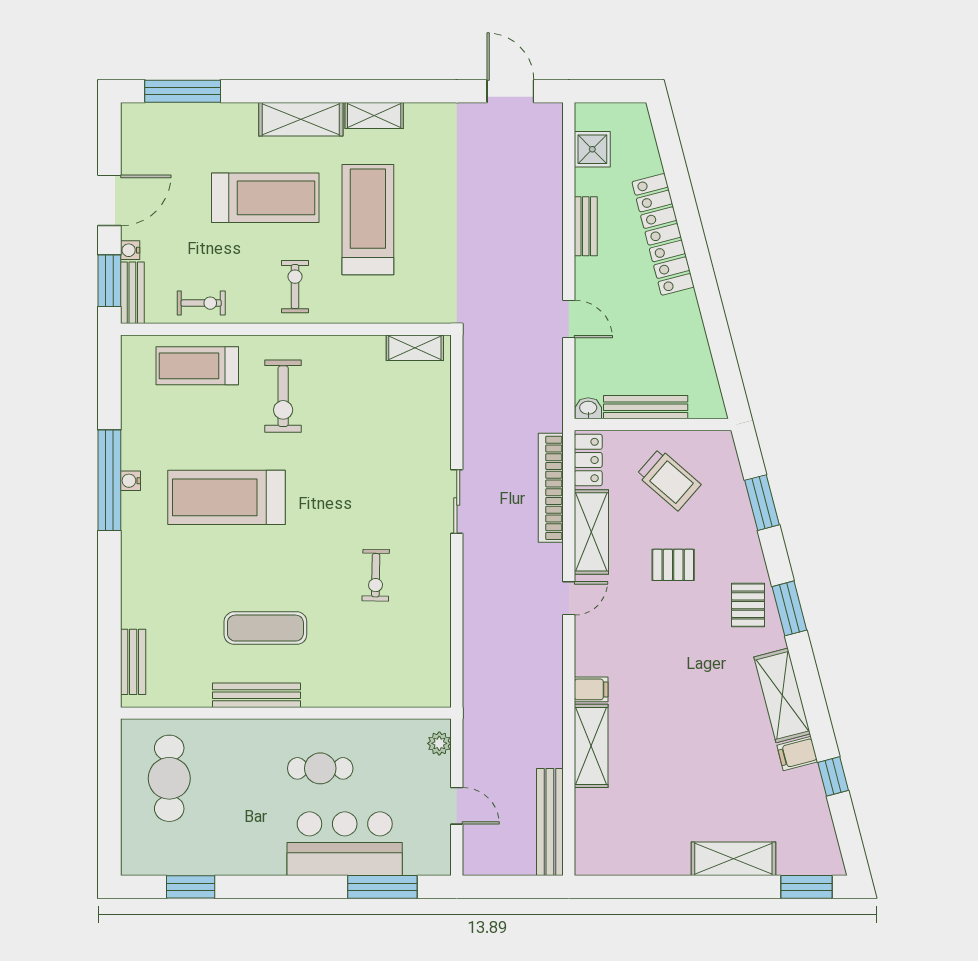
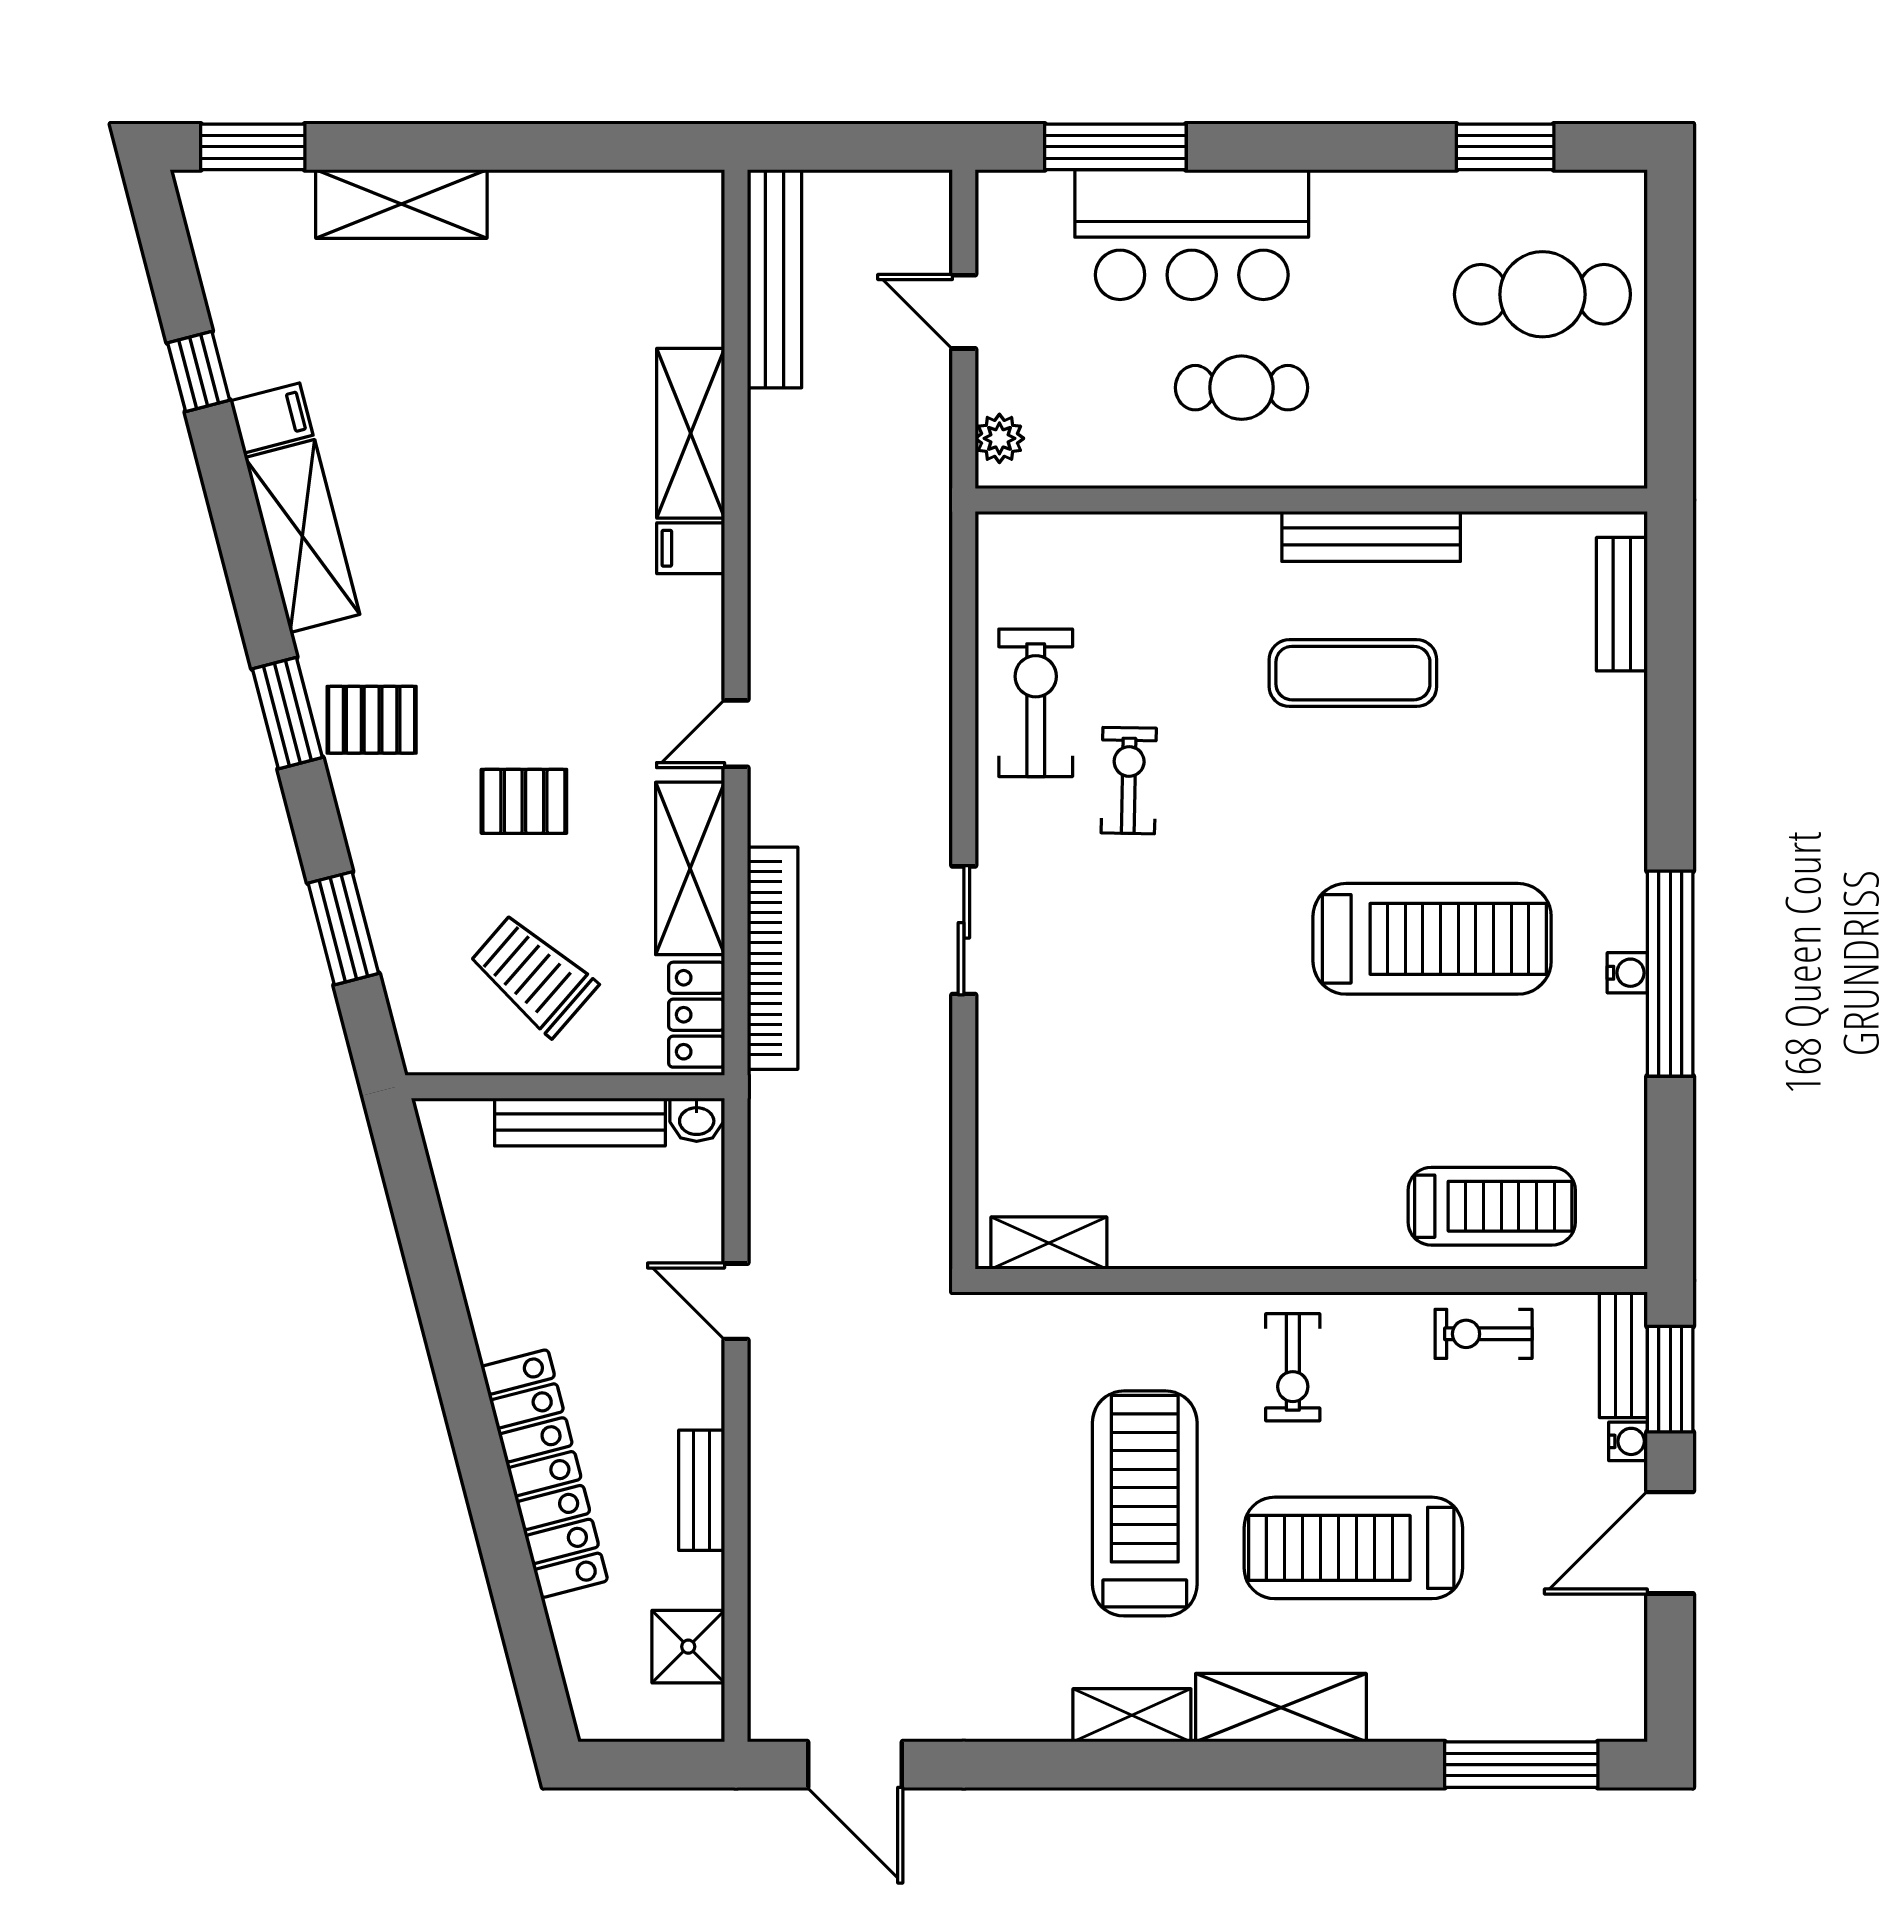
treadmill: (368, 220) -> (1145, 1503), turned 180
exercise bike: (283, 396) -> (1036, 703), moved
pallet: (748, 605) -> (372, 720), turned 90
cafe table: (169, 778) -> (1542, 294), moved, turned 90

